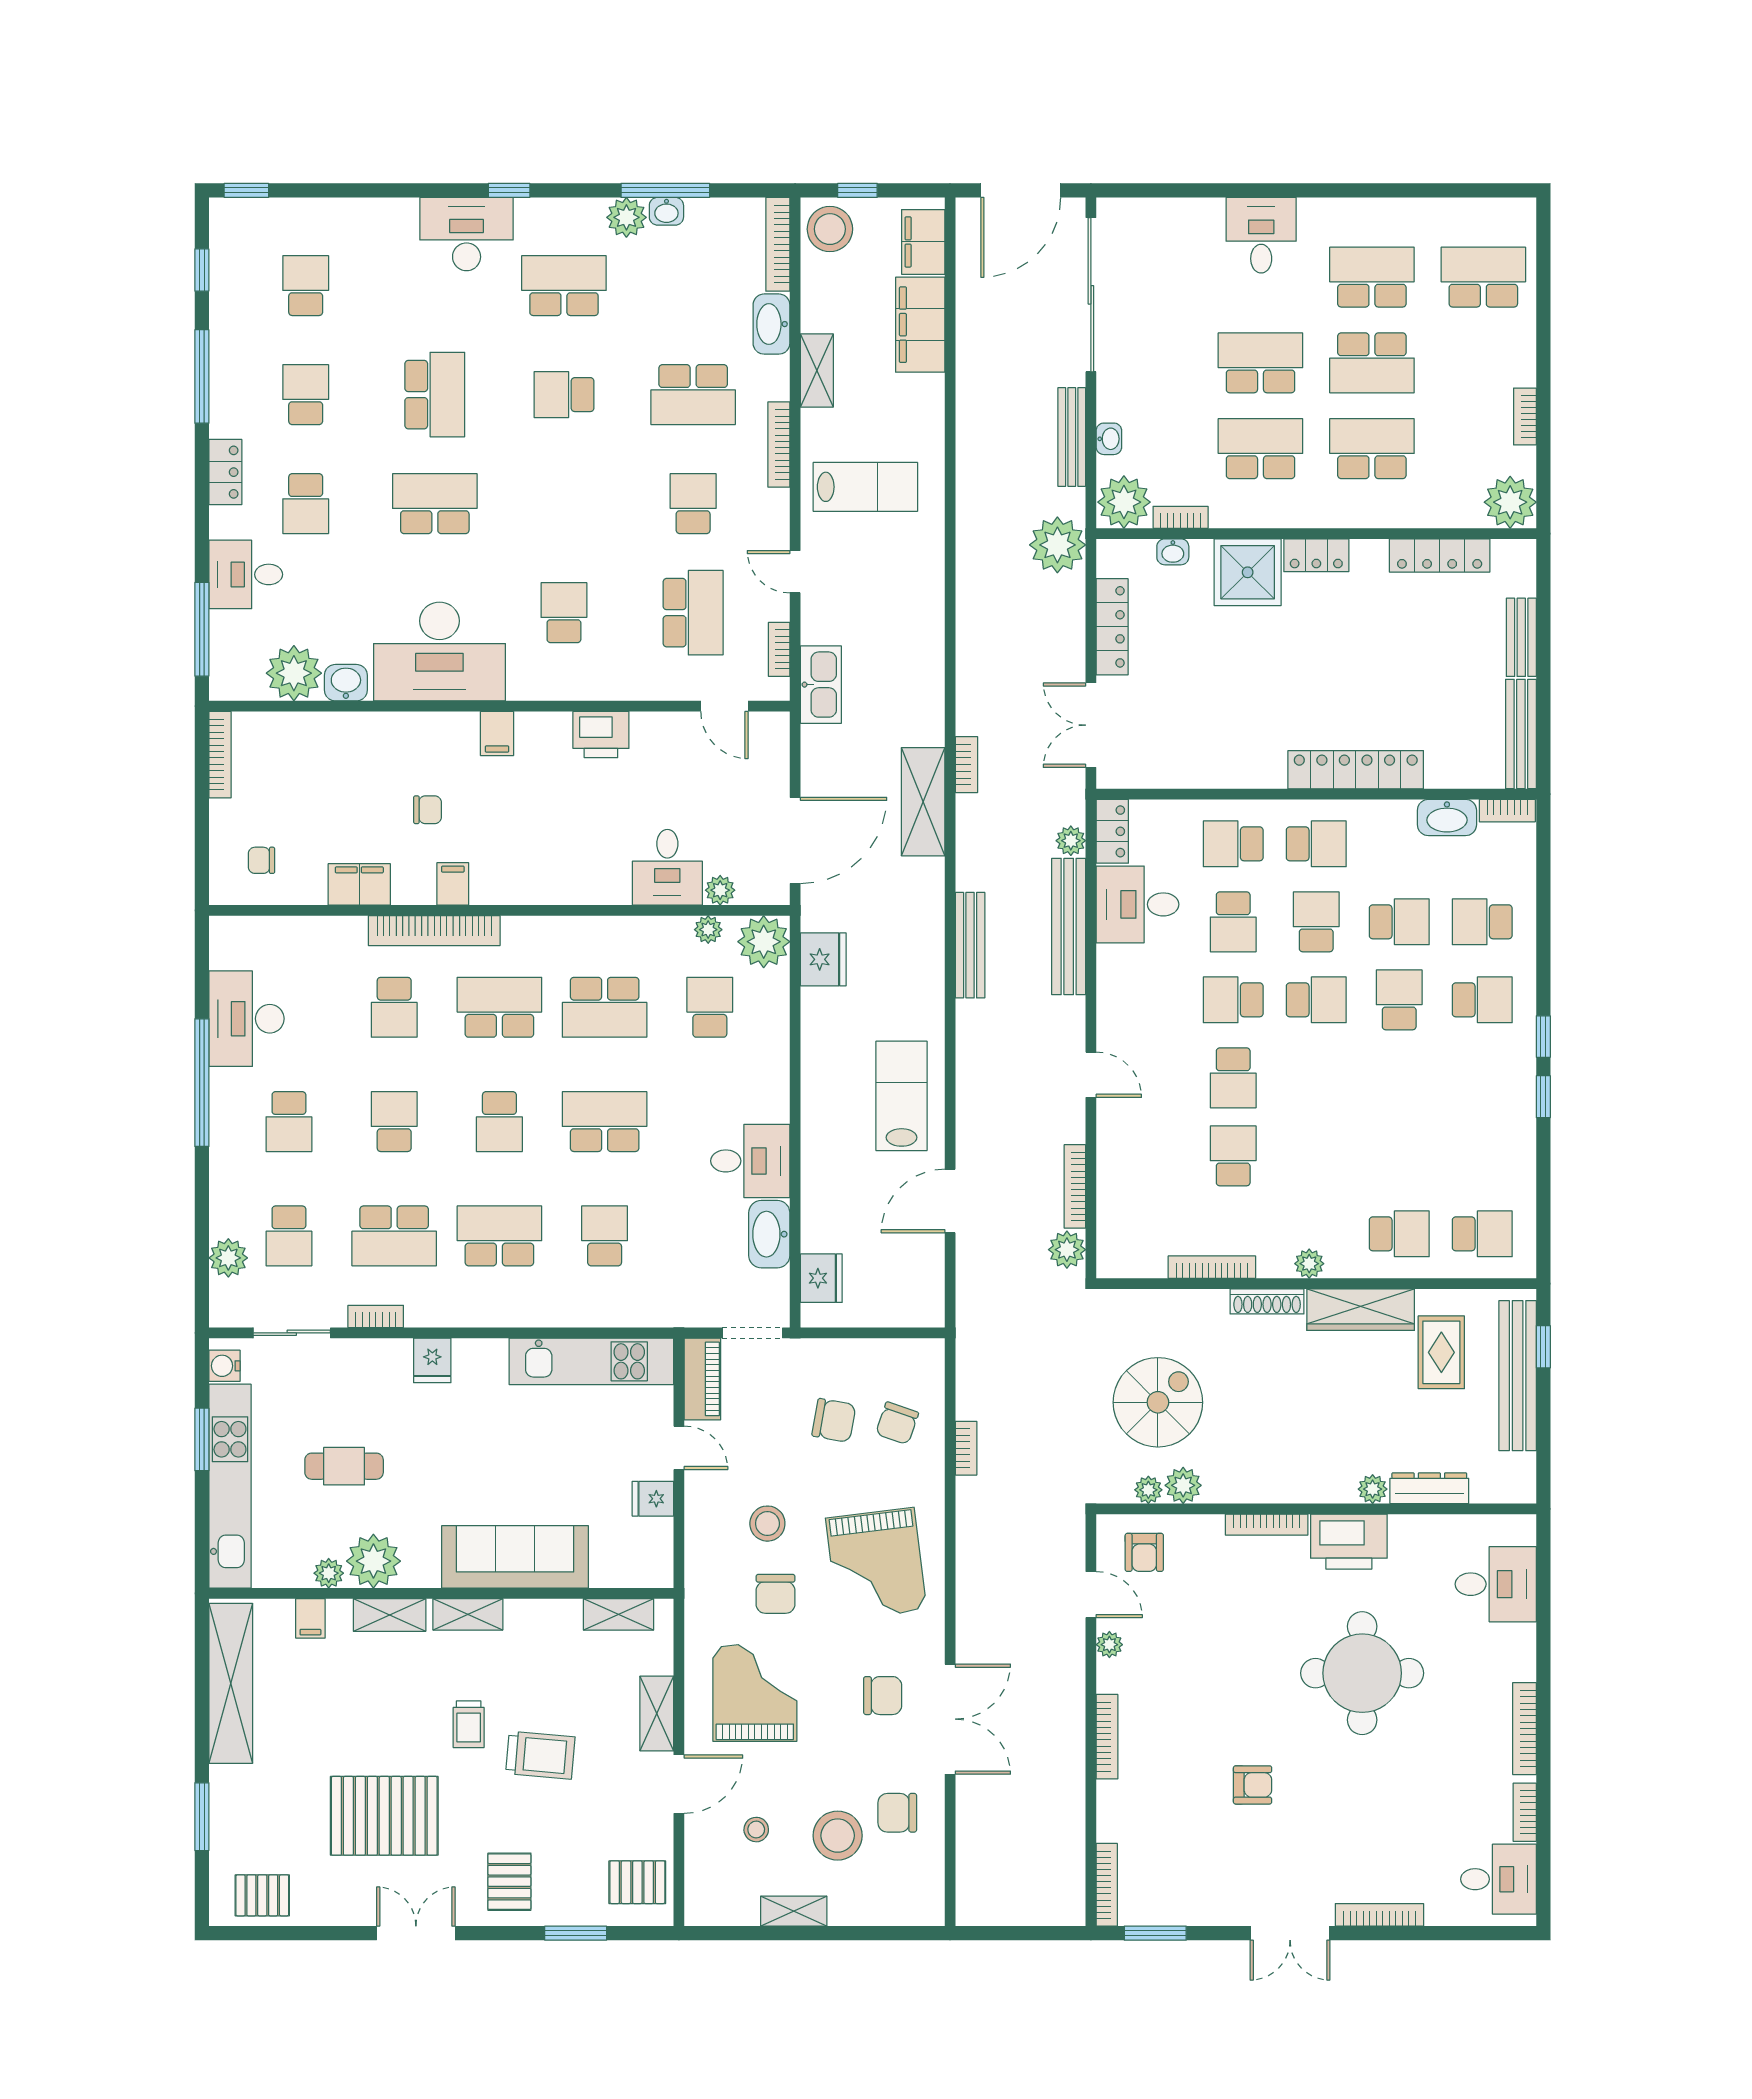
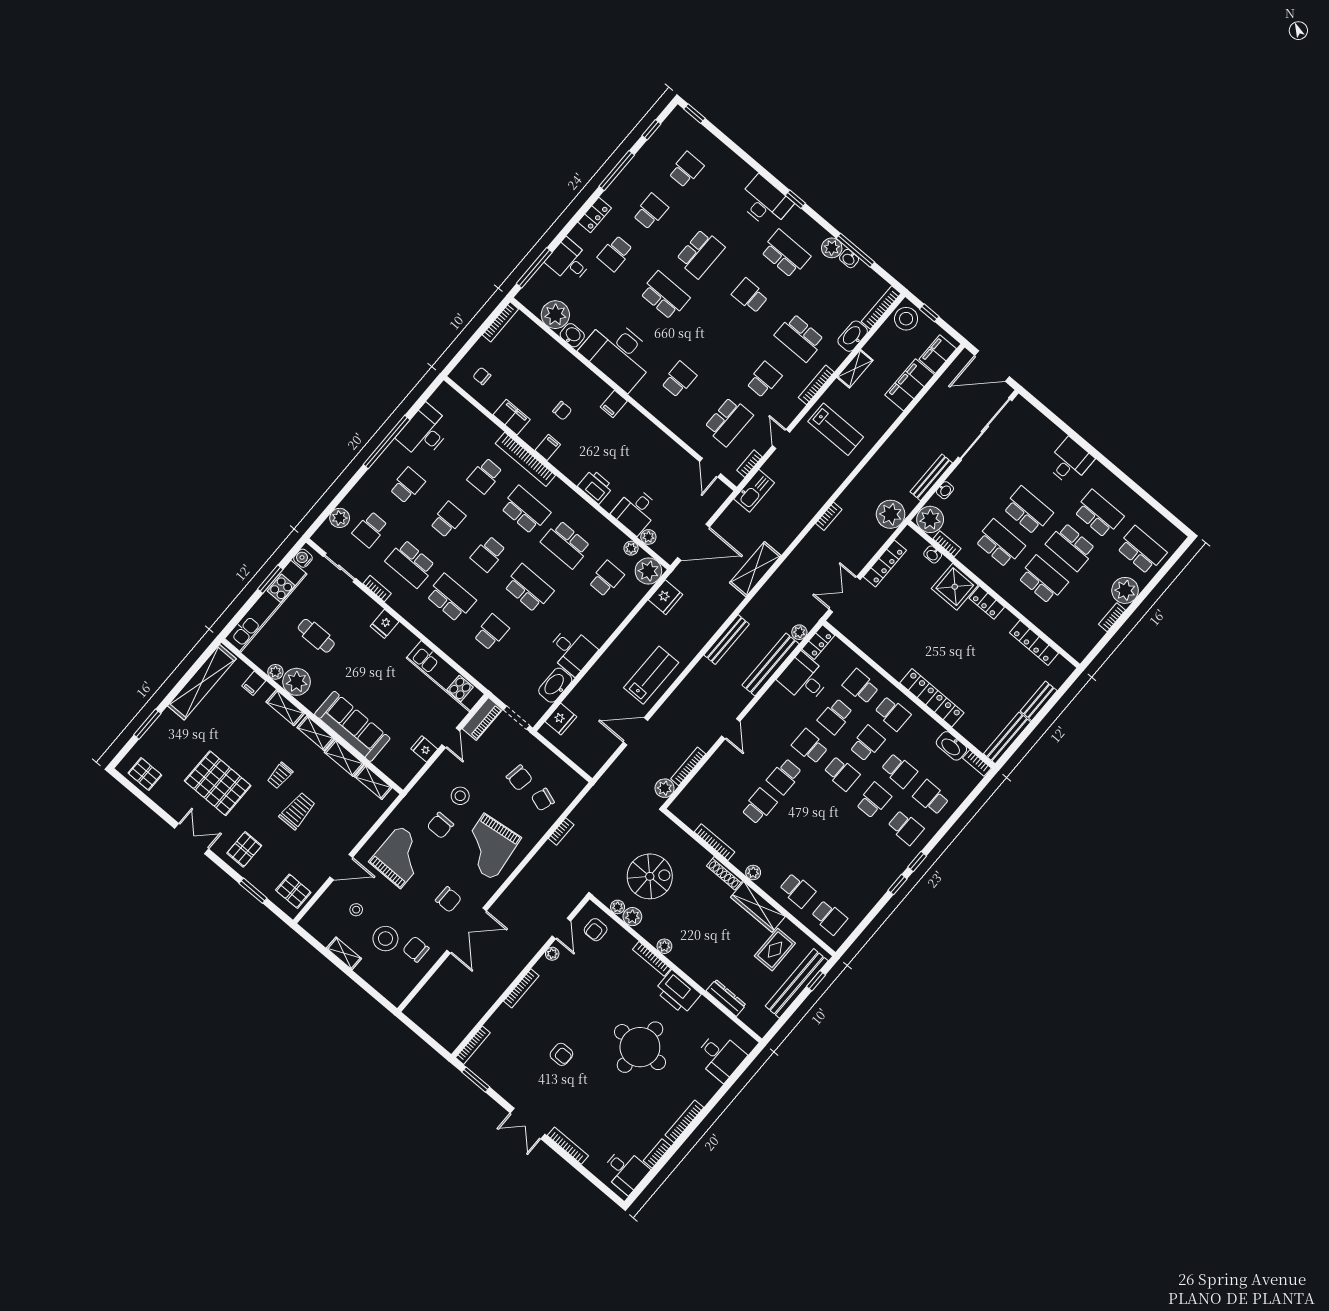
plant: (1510, 502) -> (1125, 590), moved
printer: (601, 735) -> (595, 487), moved, turned 180
bookcase: (966, 765) -> (829, 516), moved
school desk: (289, 1122) -> (407, 485), turned 180
plant: (1373, 1489) -> (664, 946), moved
shelving: (657, 1713) -> (344, 758), moved, turned 90
trolley: (540, 1755) -> (297, 811), turned -95

